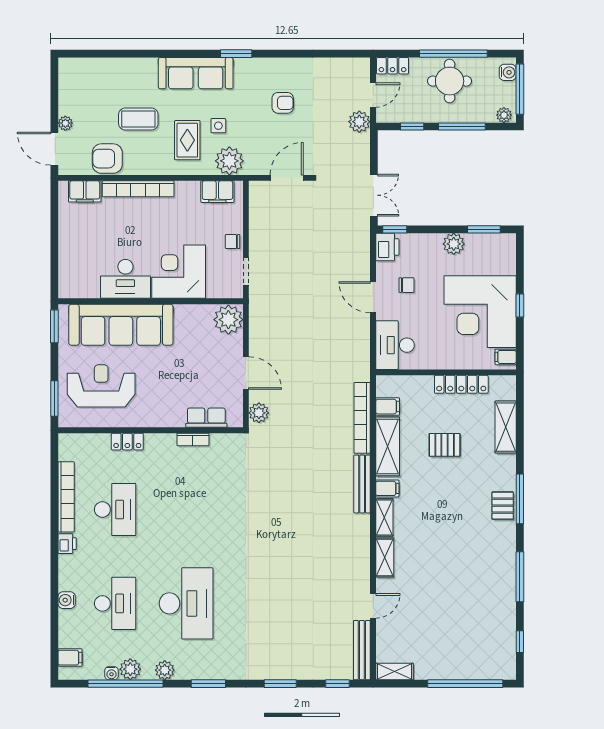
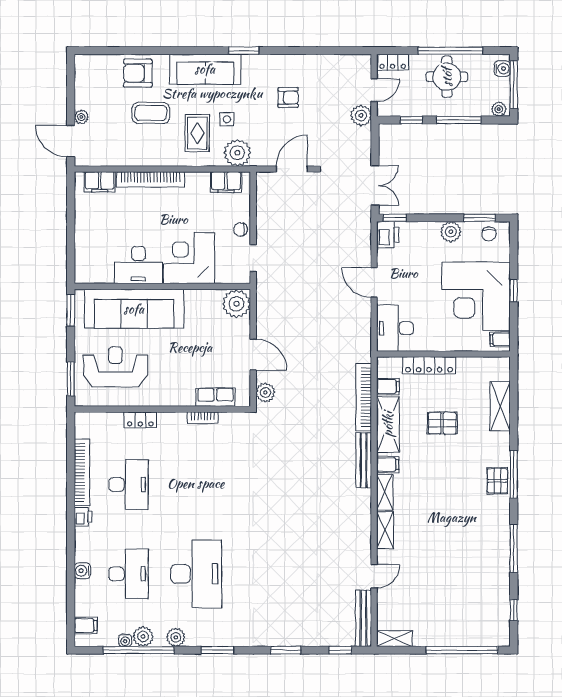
armchair: (107, 159) -> (138, 73), moved
chair: (406, 285) -> (489, 234), moved, turned 90
locker: (461, 384) -> (429, 365), moved

